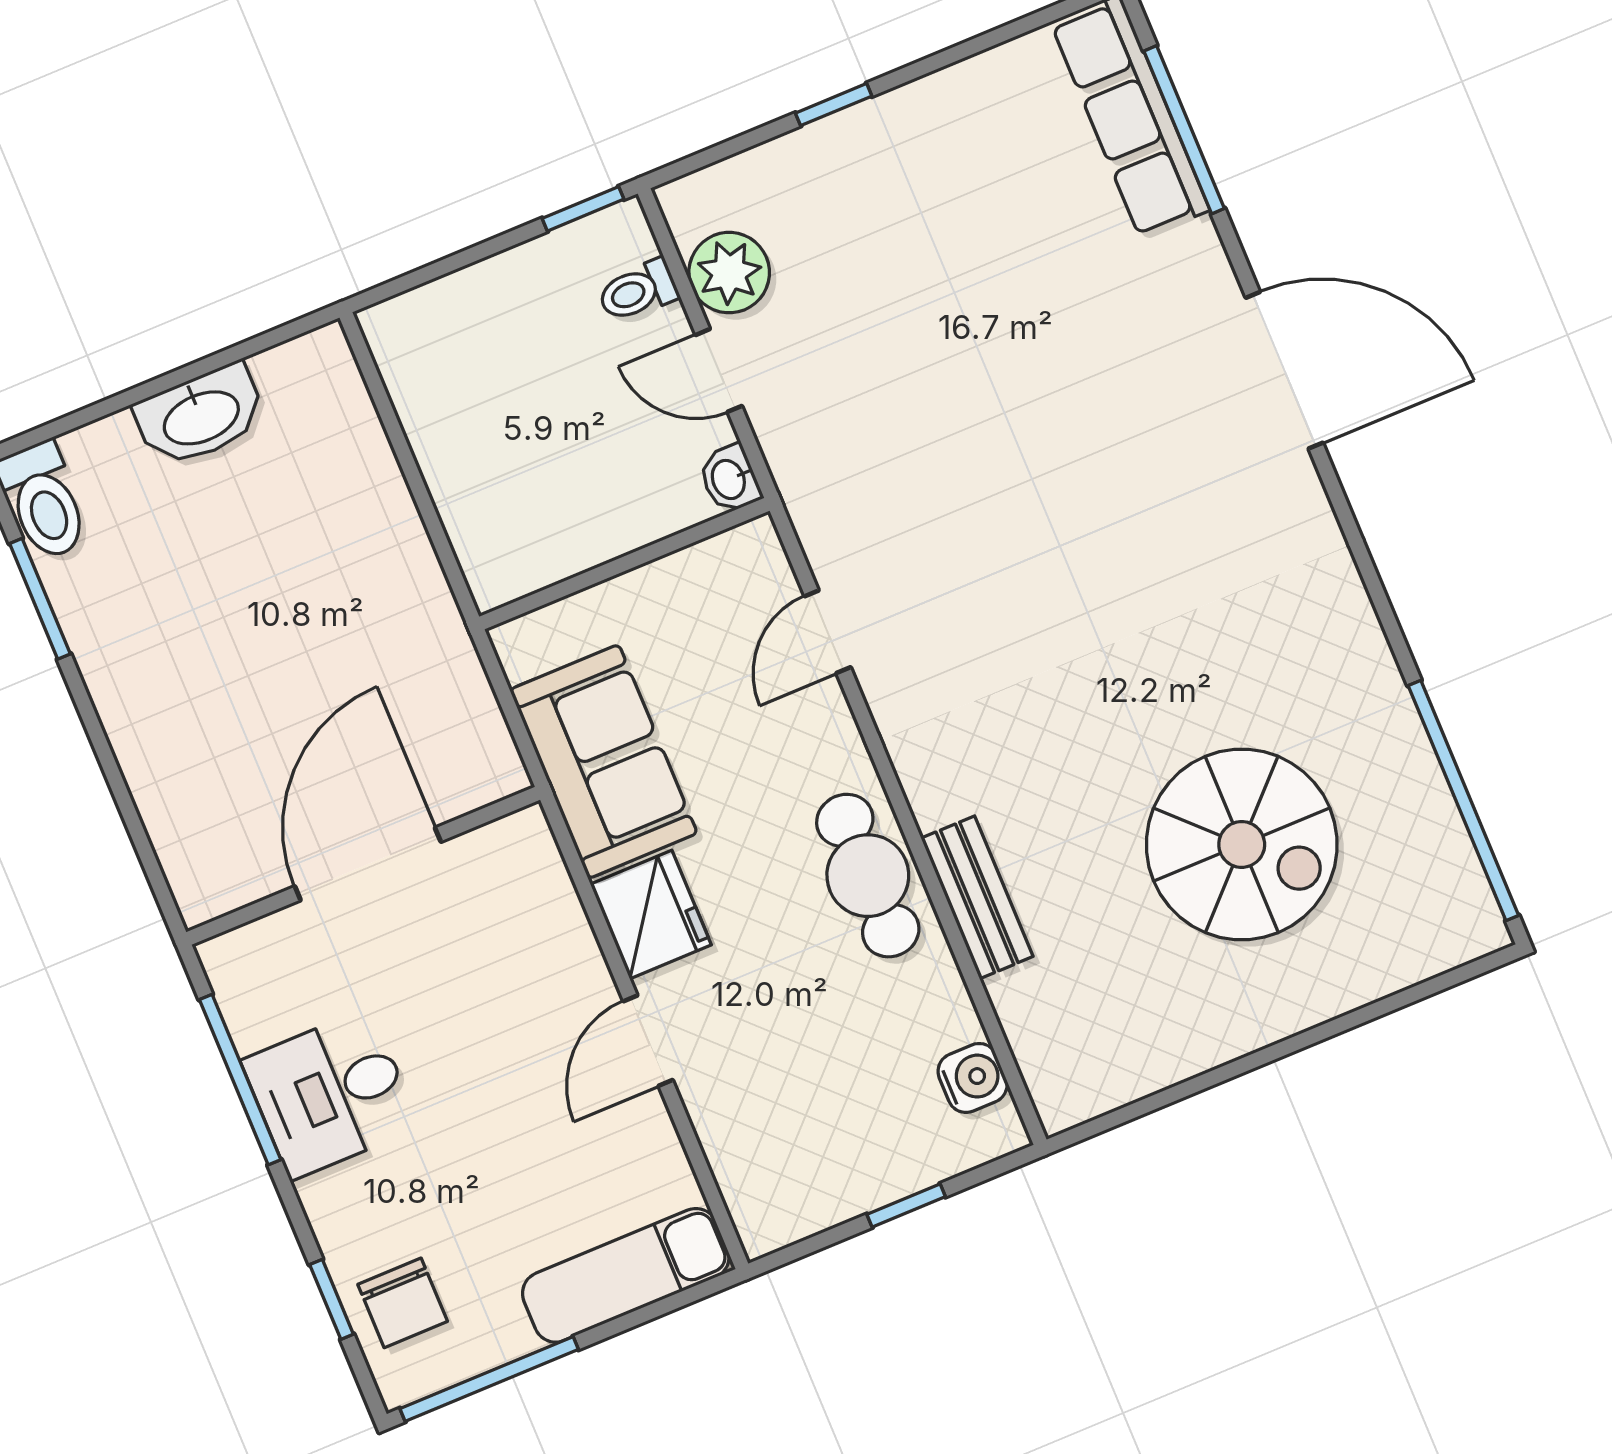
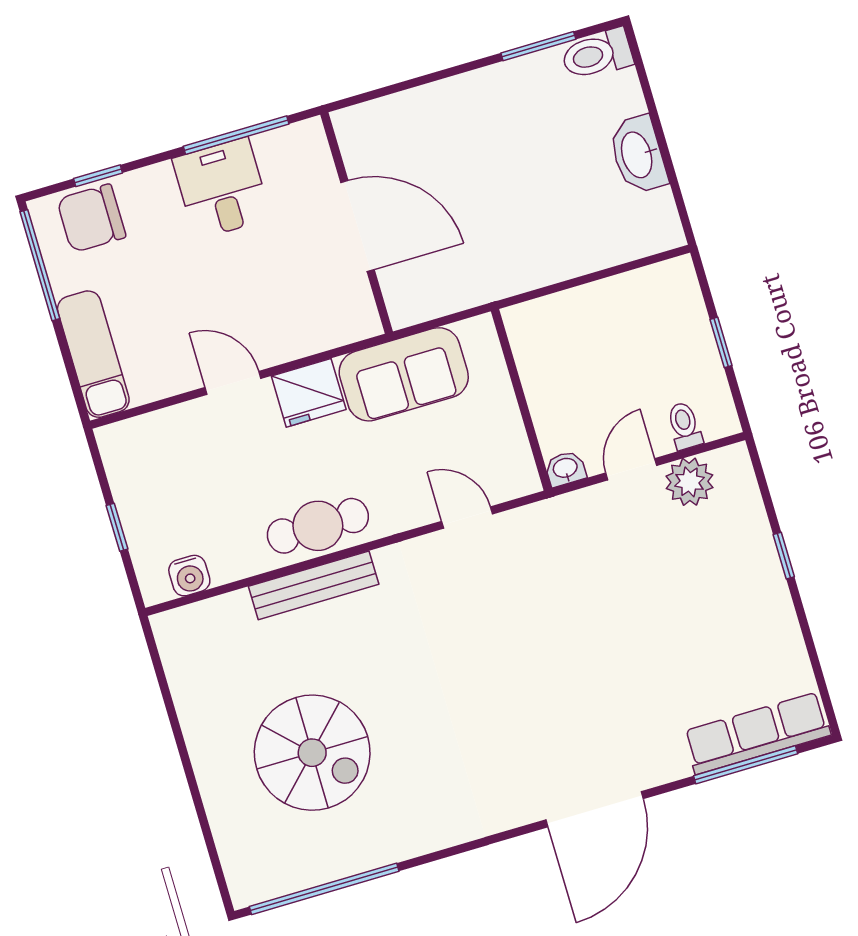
window: (583, 209) -> (721, 342), moved
spiral stairs: (1242, 844) -> (312, 753), turned -90
bench: (977, 897) -> (314, 585), width x1.36
chair: (403, 1303) -> (91, 218), width x1.37, depth x1.37

